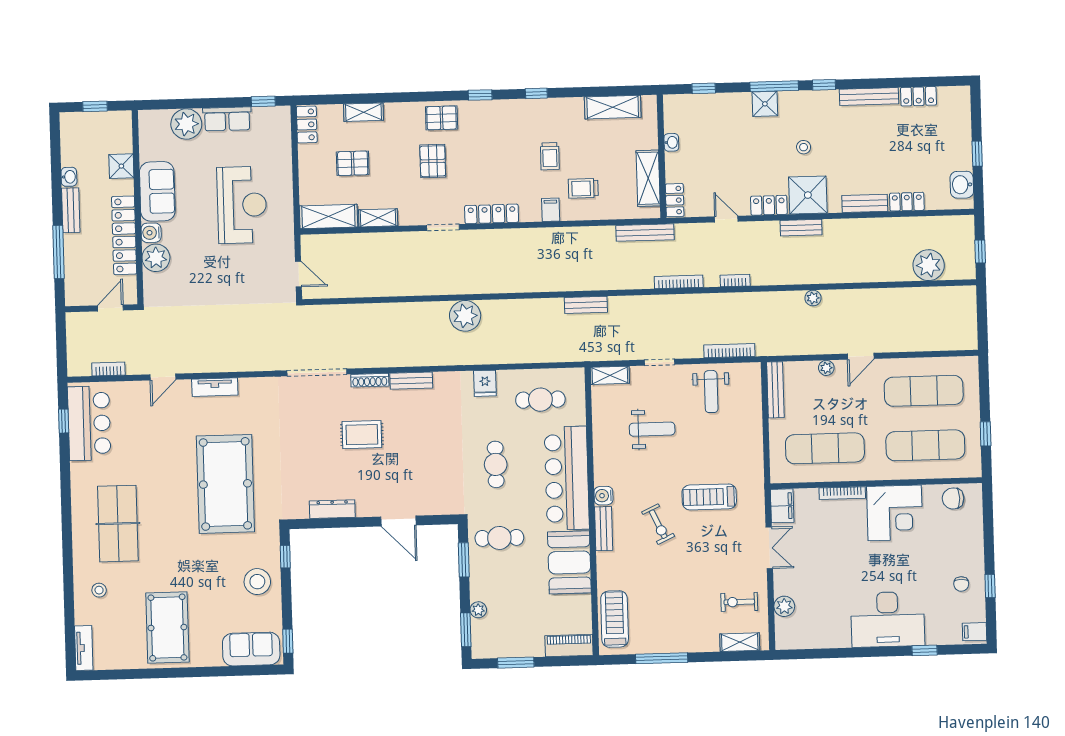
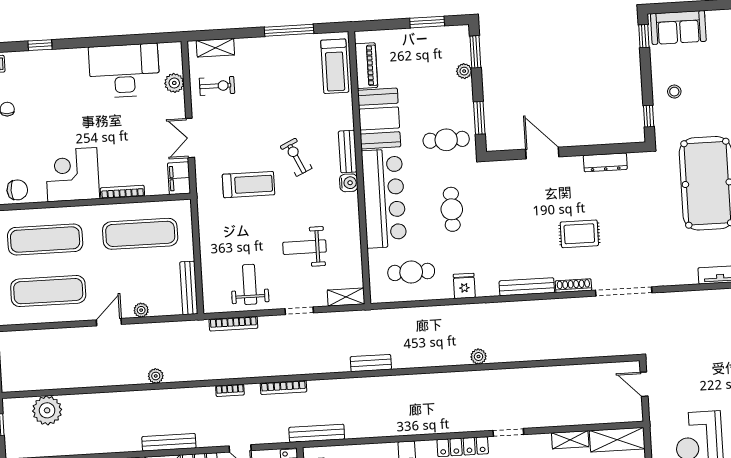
bench: (801, 228) -> (169, 442), width x1.36
plant: (465, 316) -> (479, 357), width x0.53, depth x0.53
bench: (411, 381) -> (527, 287), width x1.36
stool: (257, 582) -> (674, 92), width x0.53, depth x0.53
desk: (888, 619) -> (124, 71), moved
piano: (569, 645) -> (366, 66), moved, turned -90

